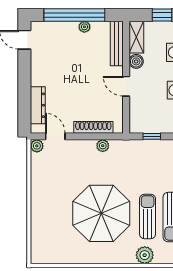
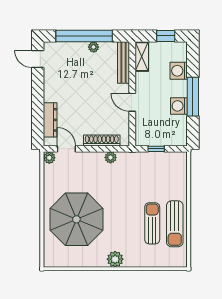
boiler: (136, 61) -> (142, 79), removed
parasol: (101, 213) -> (76, 219), moved
plant: (145, 255) -> (115, 259), moved

